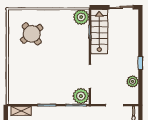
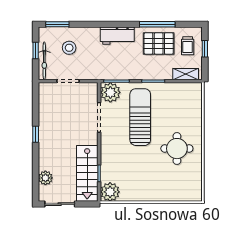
round table: (32, 34) -> (177, 149), moved, turned 38
sun lounger: (57, 76) -> (140, 117), added
plant: (133, 81) -> (45, 178), moved

